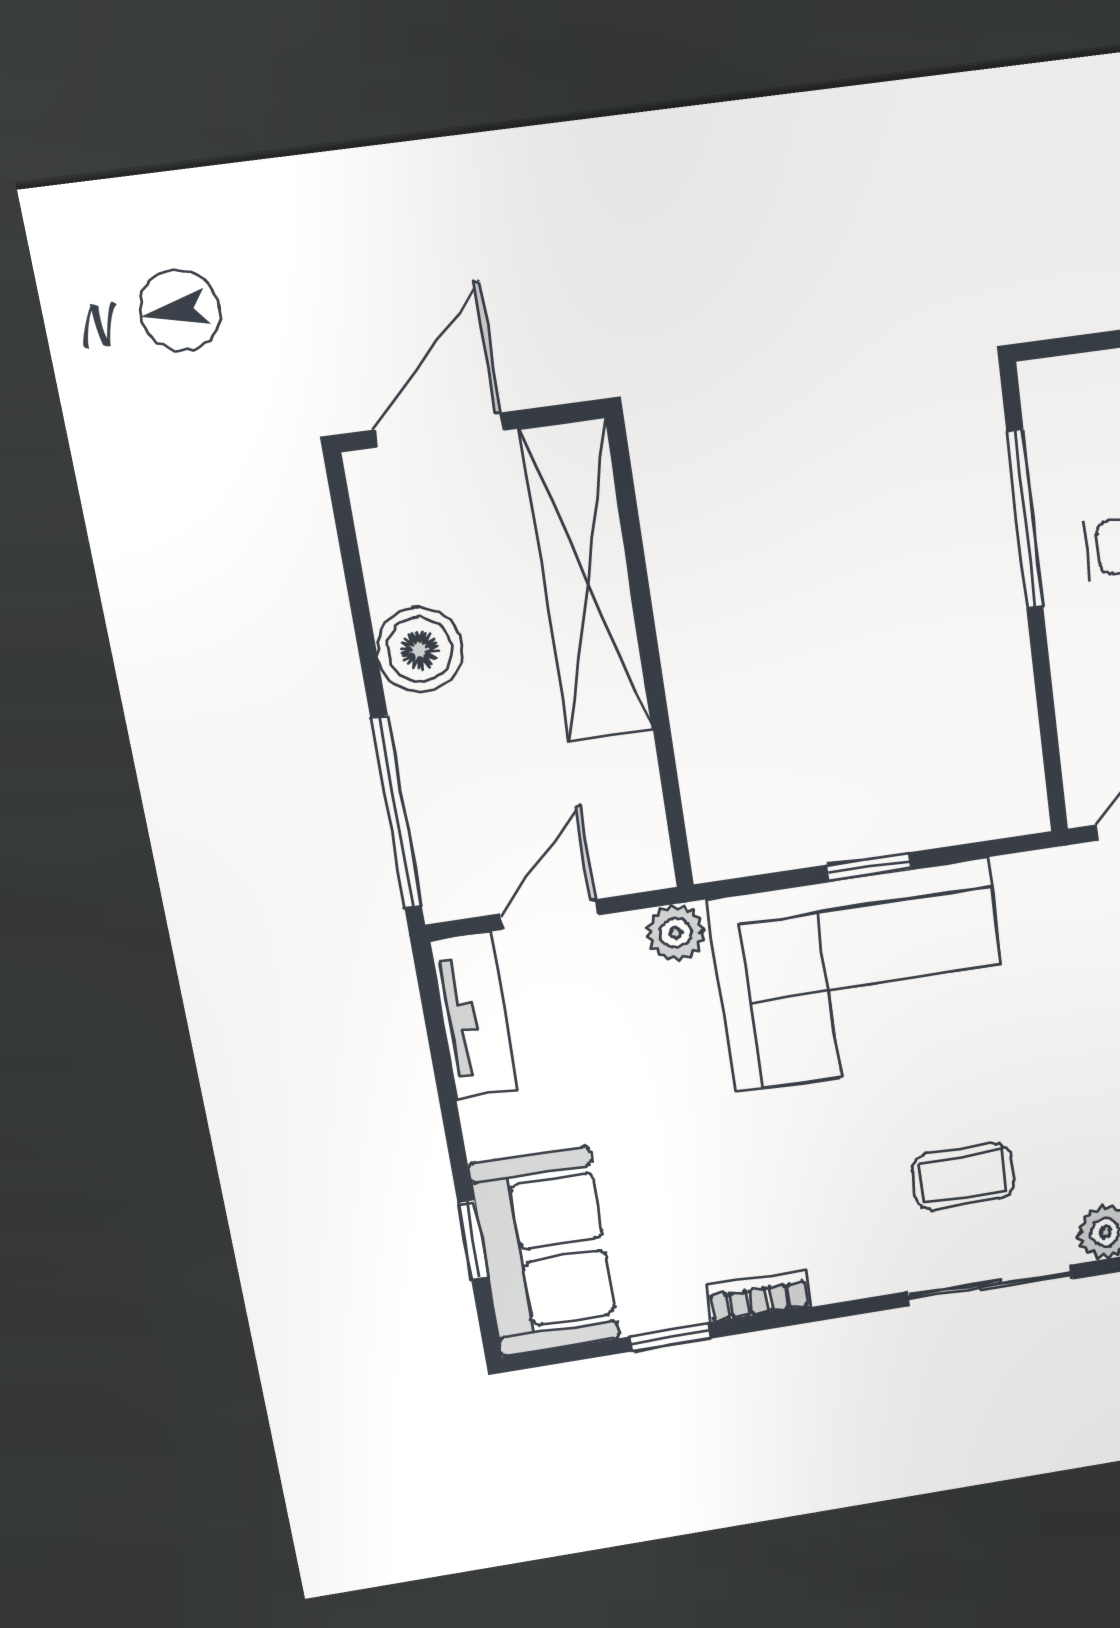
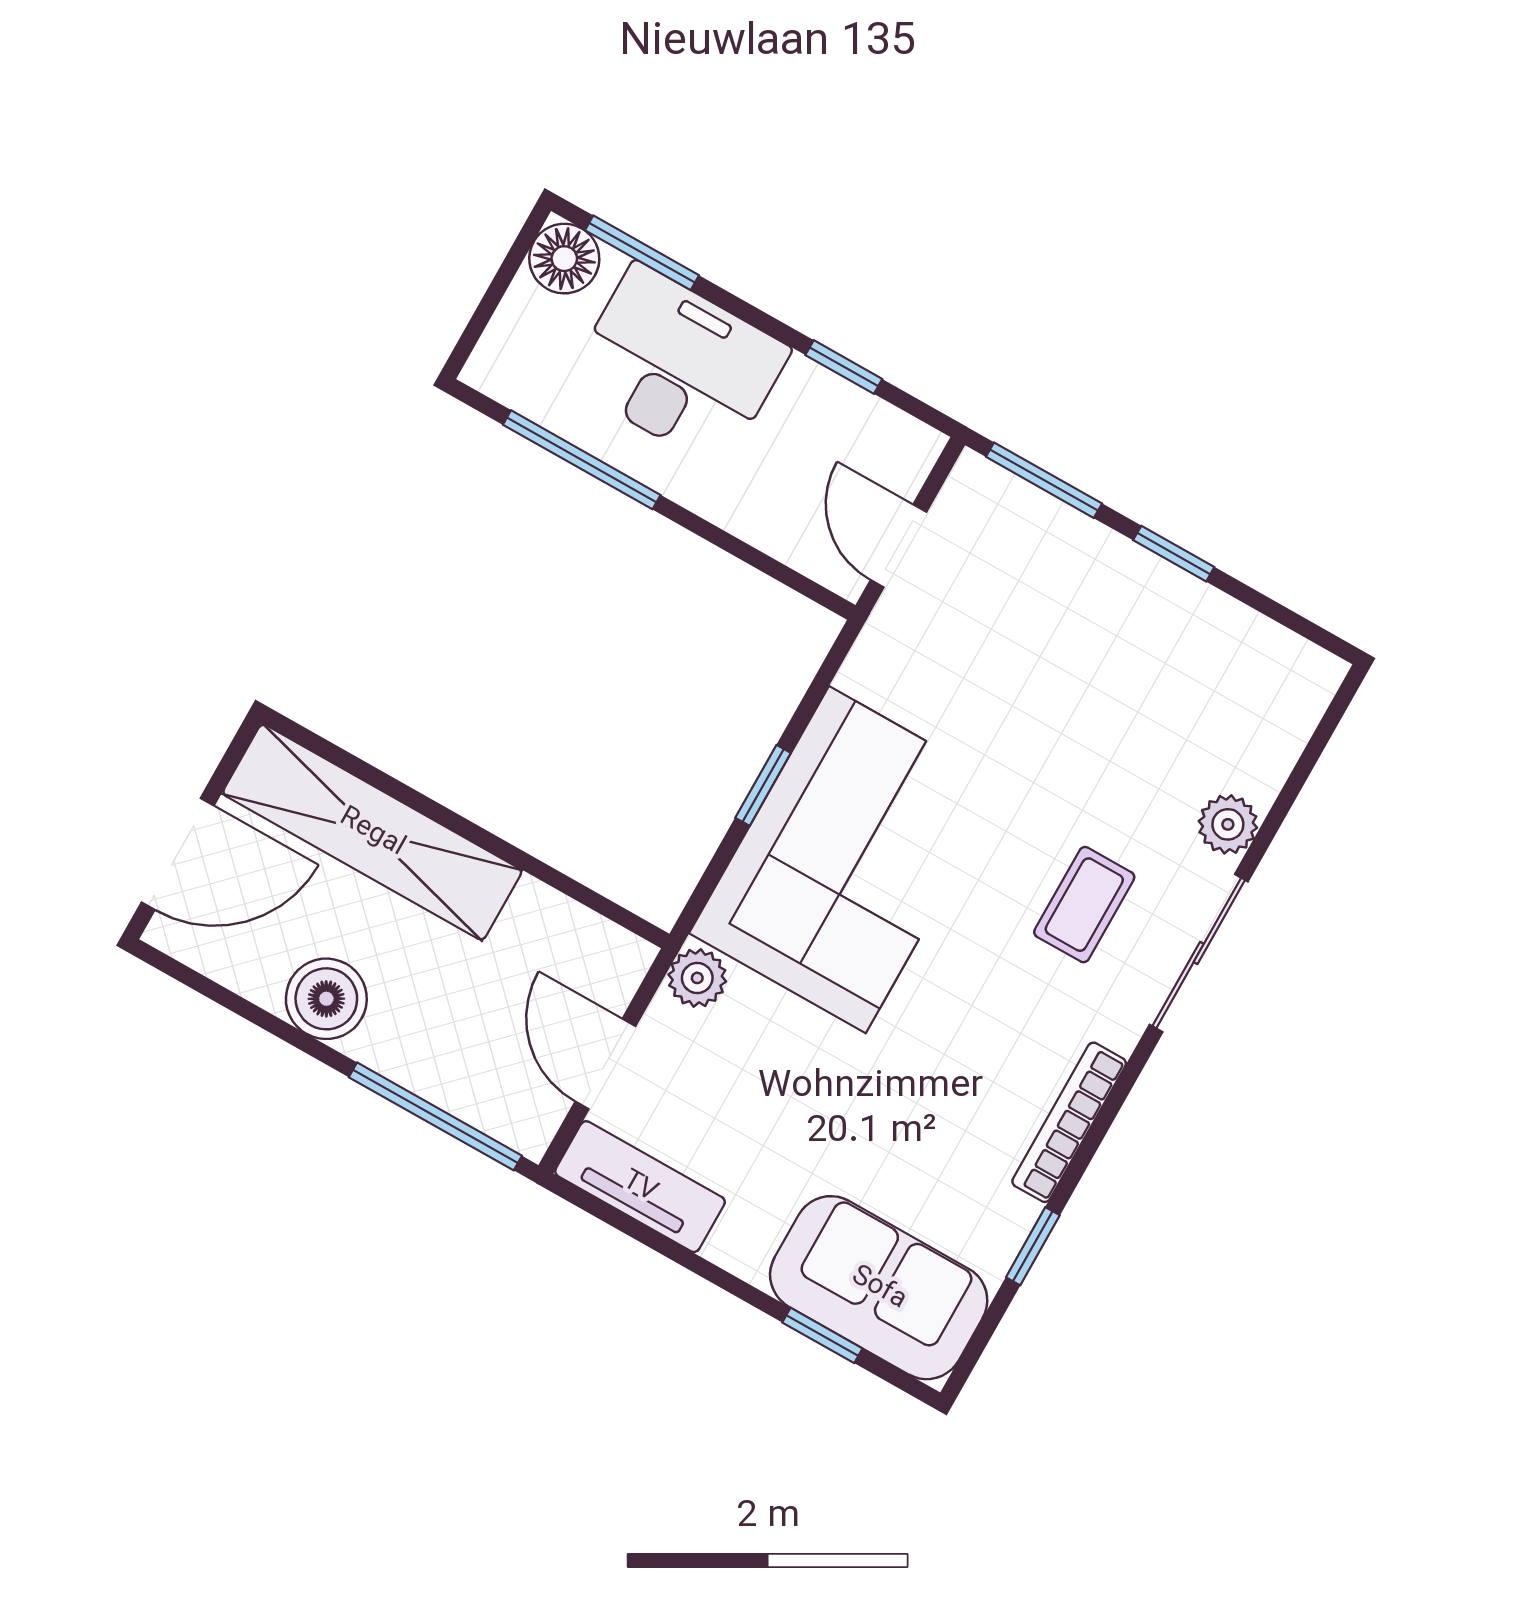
door: (439, 430) -> (178, 854), swing flipped
bookcase: (758, 1296) -> (1069, 1122), width x1.56

